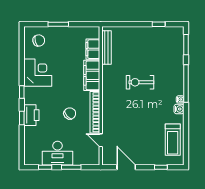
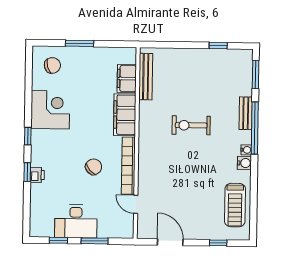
bench: (179, 73) -> (246, 113), added
printer: (31, 115) -> (37, 175), width x0.53, depth x0.68

